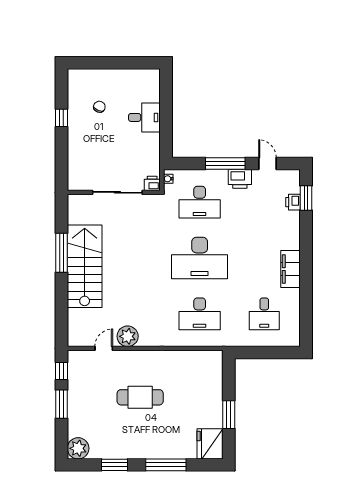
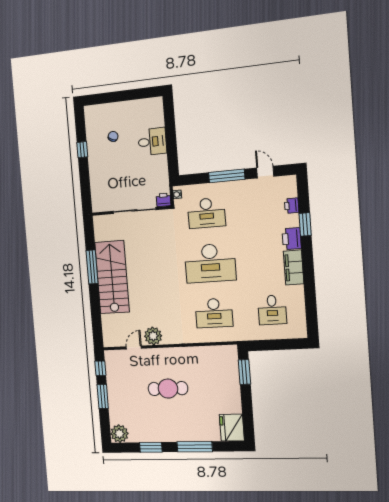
printer: (240, 179) -> (292, 239), moved, turned 90
window: (306, 198) -> (305, 224), moved
window: (229, 415) -> (244, 372), moved

